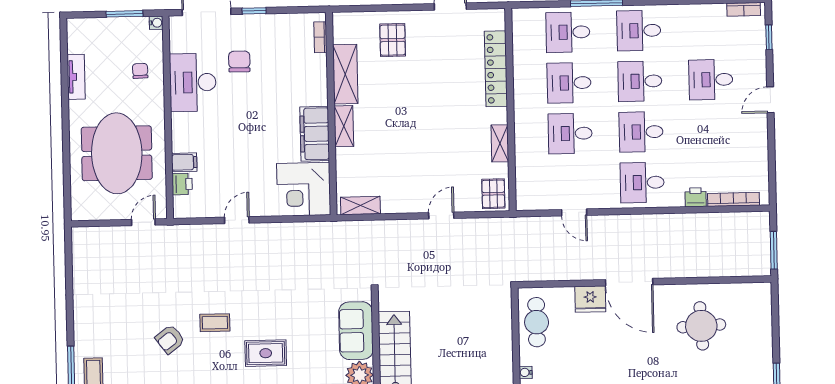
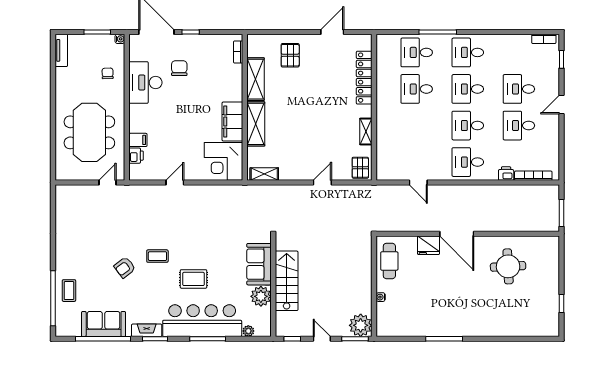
tv unit: (76, 77) -> (61, 50), moved
shelving: (344, 126) -> (256, 124), width x1.50, depth x1.33
desk: (570, 133) -> (519, 126), moved

